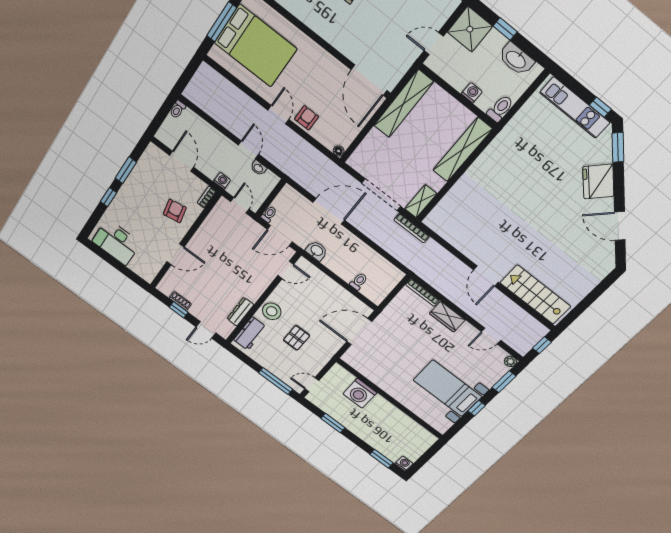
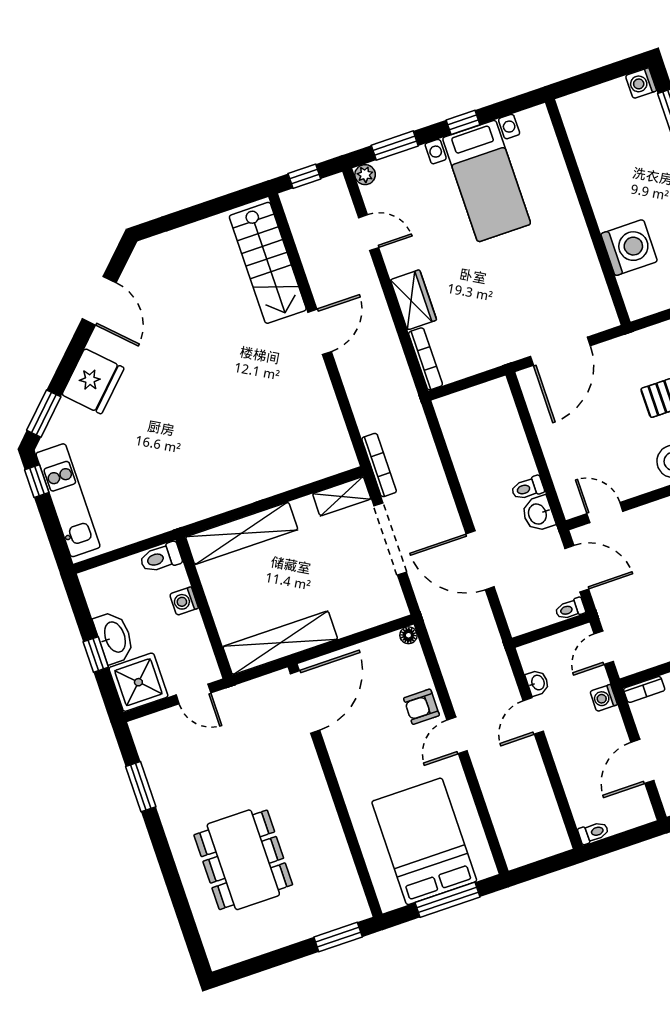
washbasin: (516, 59) -> (114, 637), moved
toilet: (359, 282) -> (528, 488), moved
door: (359, 332) -> (560, 351), hinge flipped

